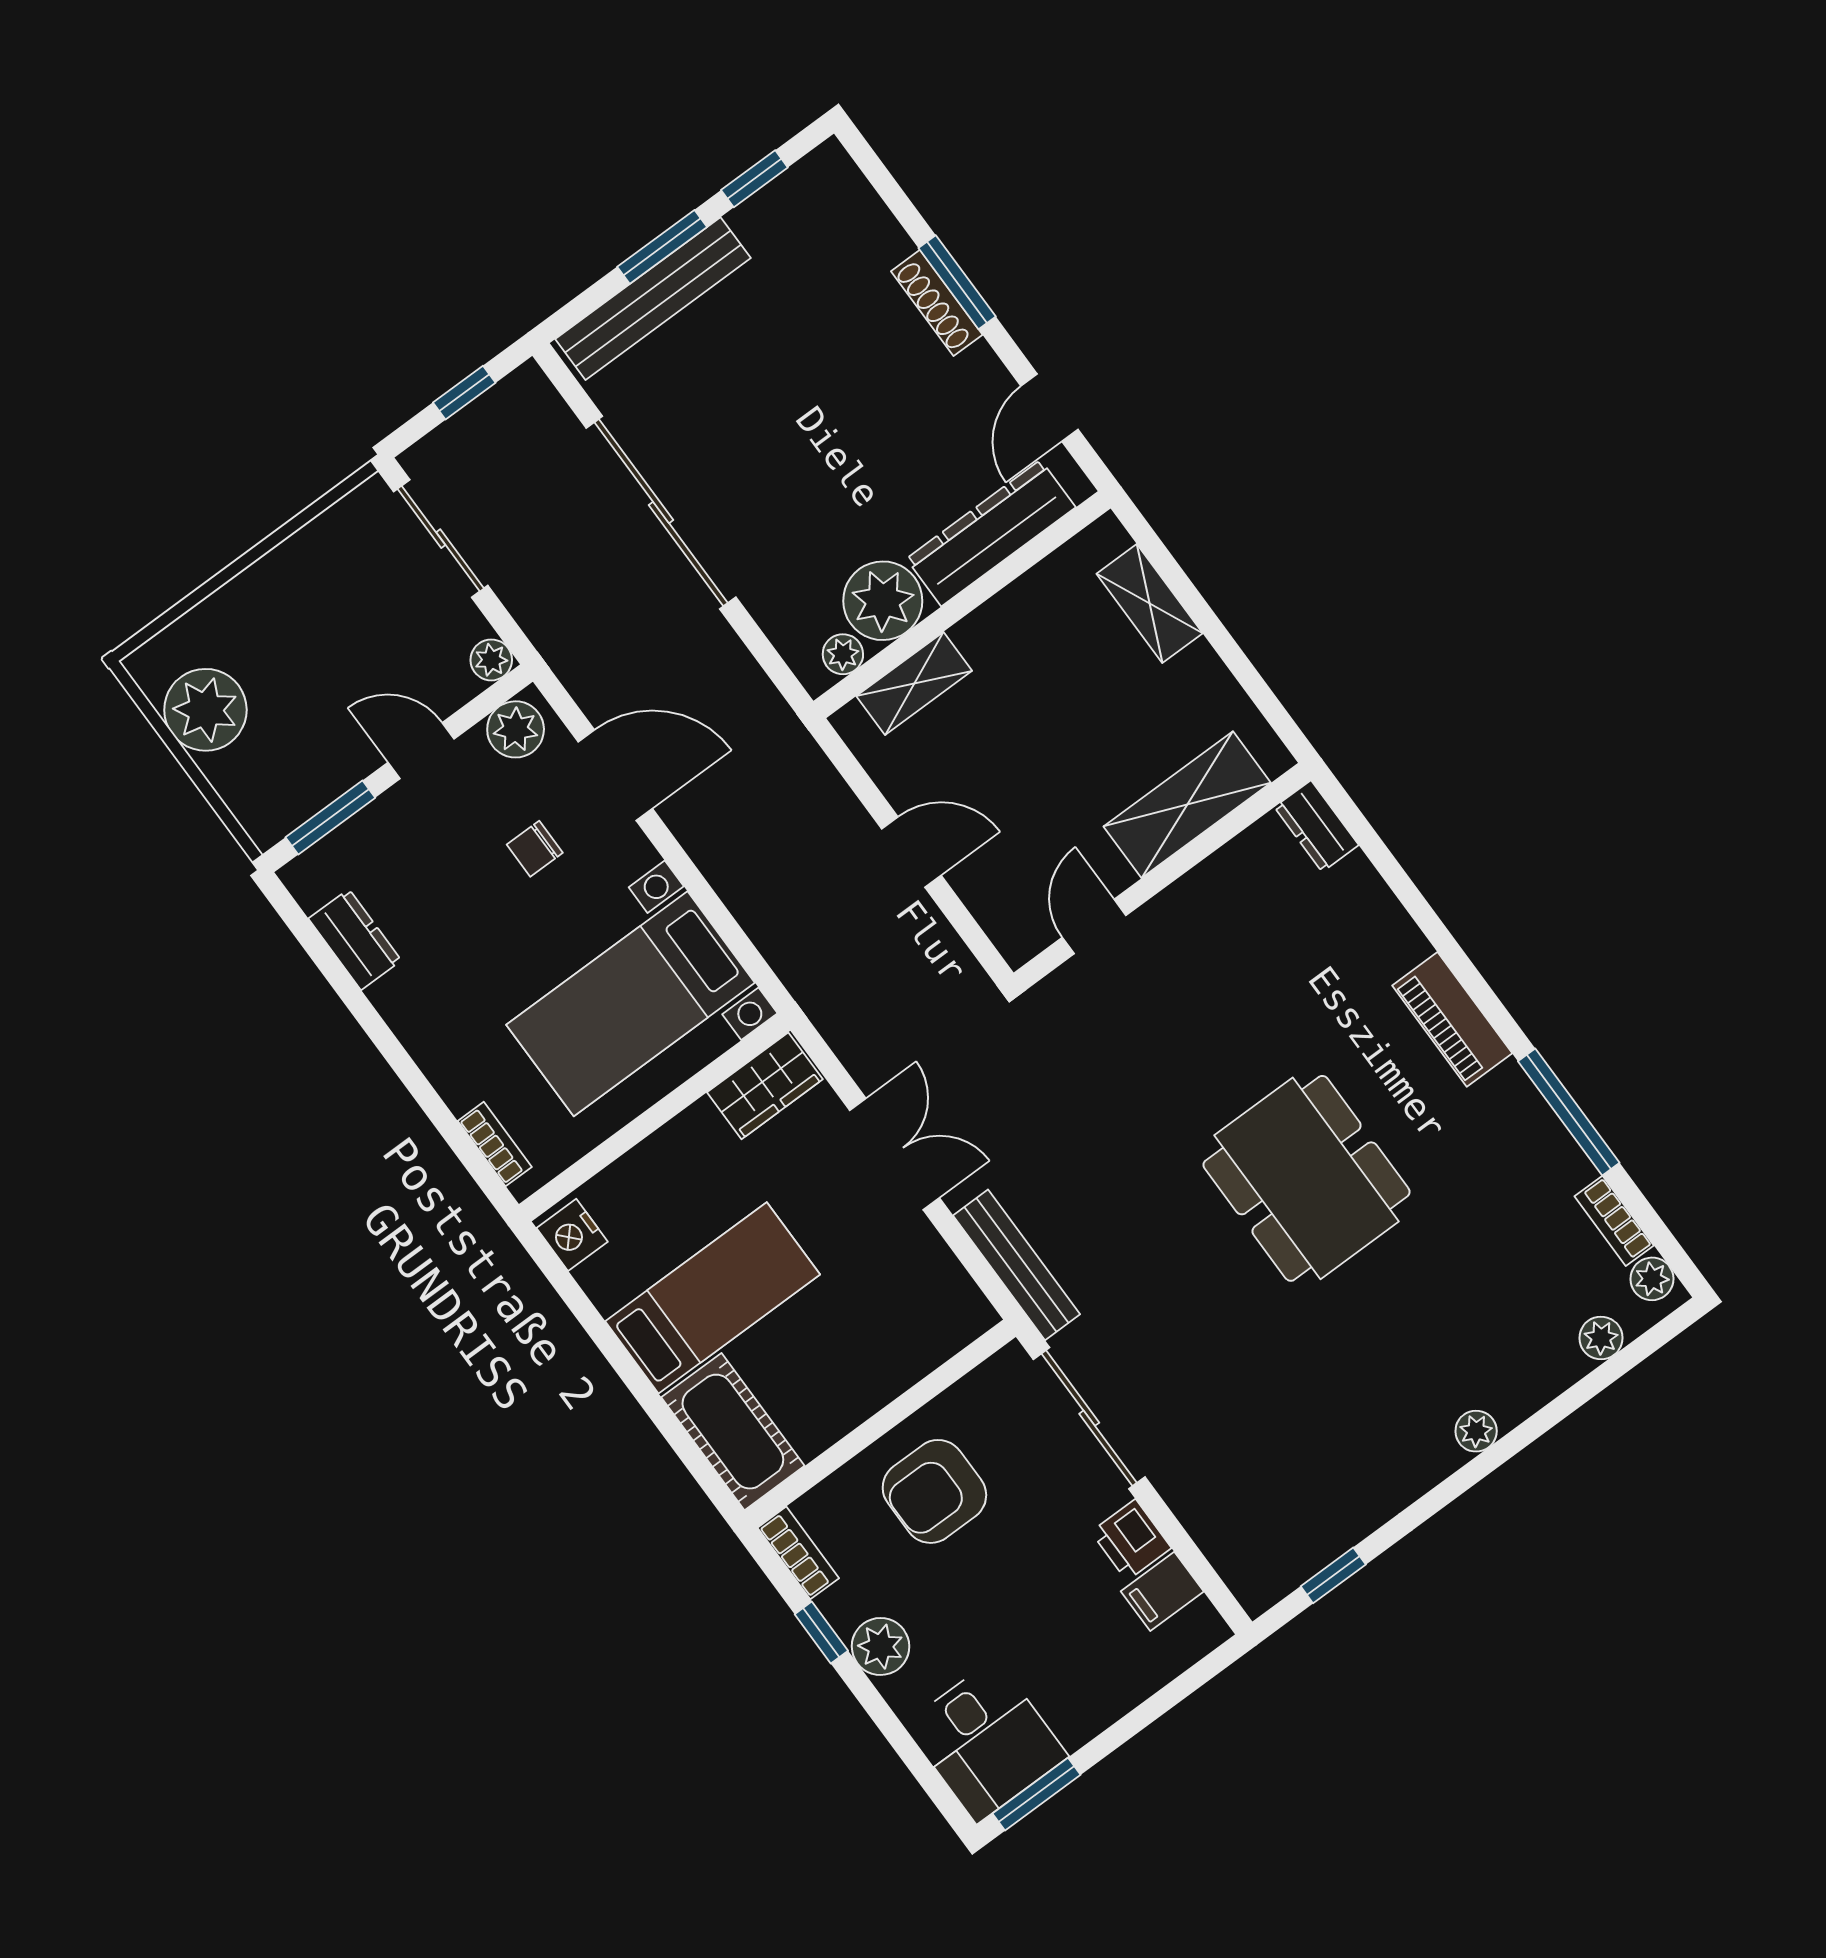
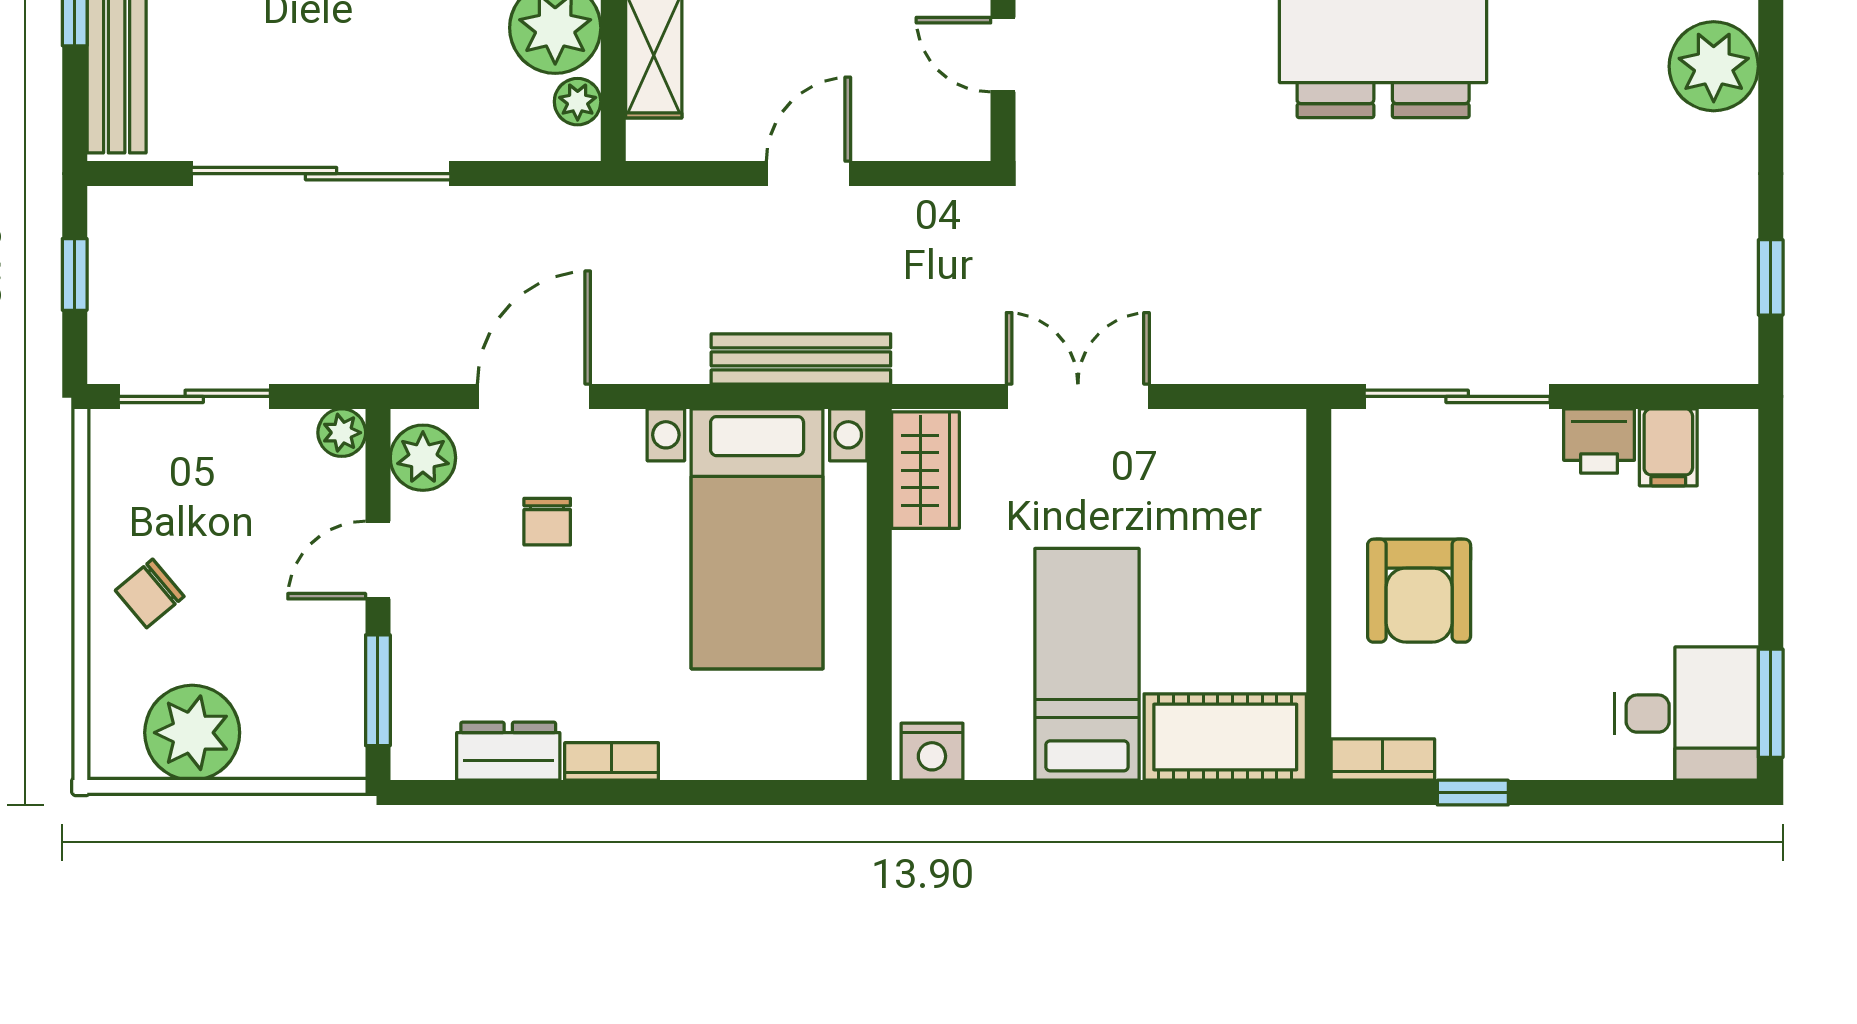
chair: (281, 609) -> (150, 593), added
bookcase: (495, 1144) -> (612, 761), moved
bench: (1017, 1265) -> (801, 359), moved
plant: (1476, 1431) -> (1714, 66), width x1.88, depth x1.88
plant: (881, 1646) -> (1526, 747), removed

